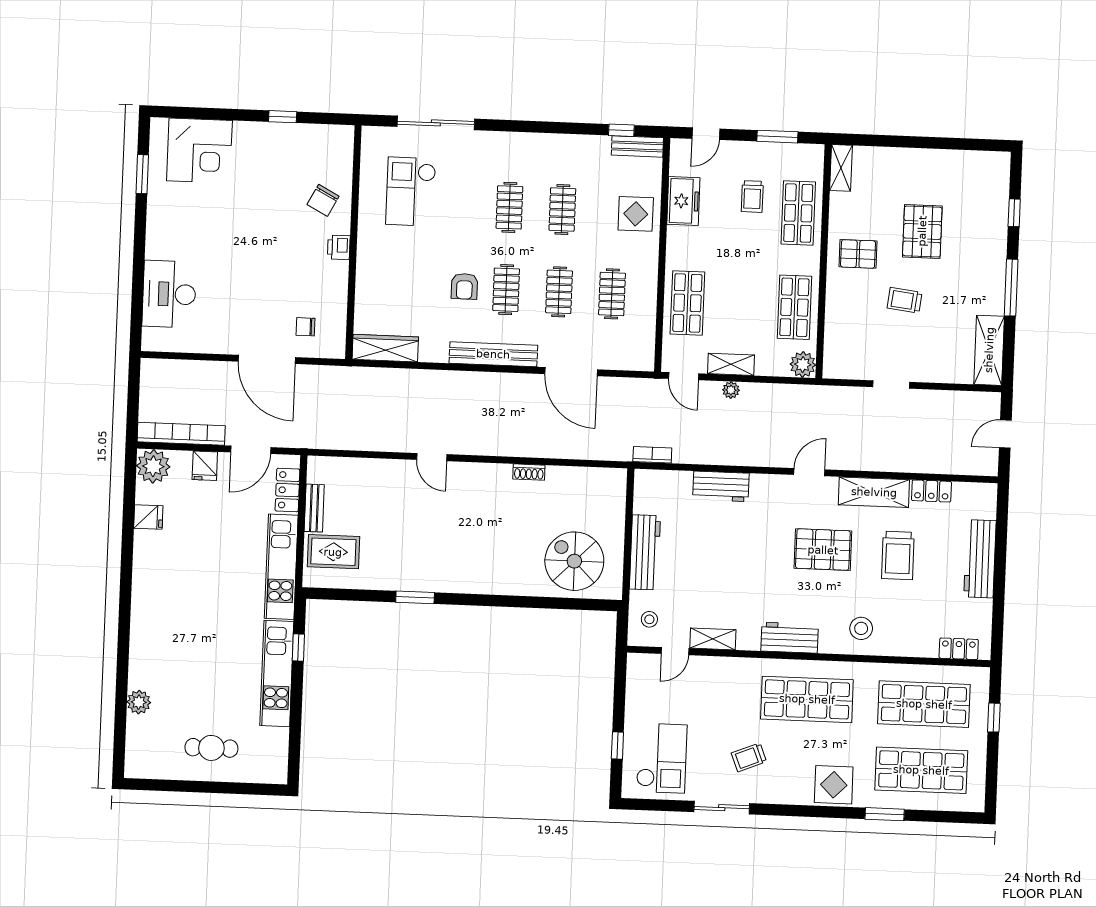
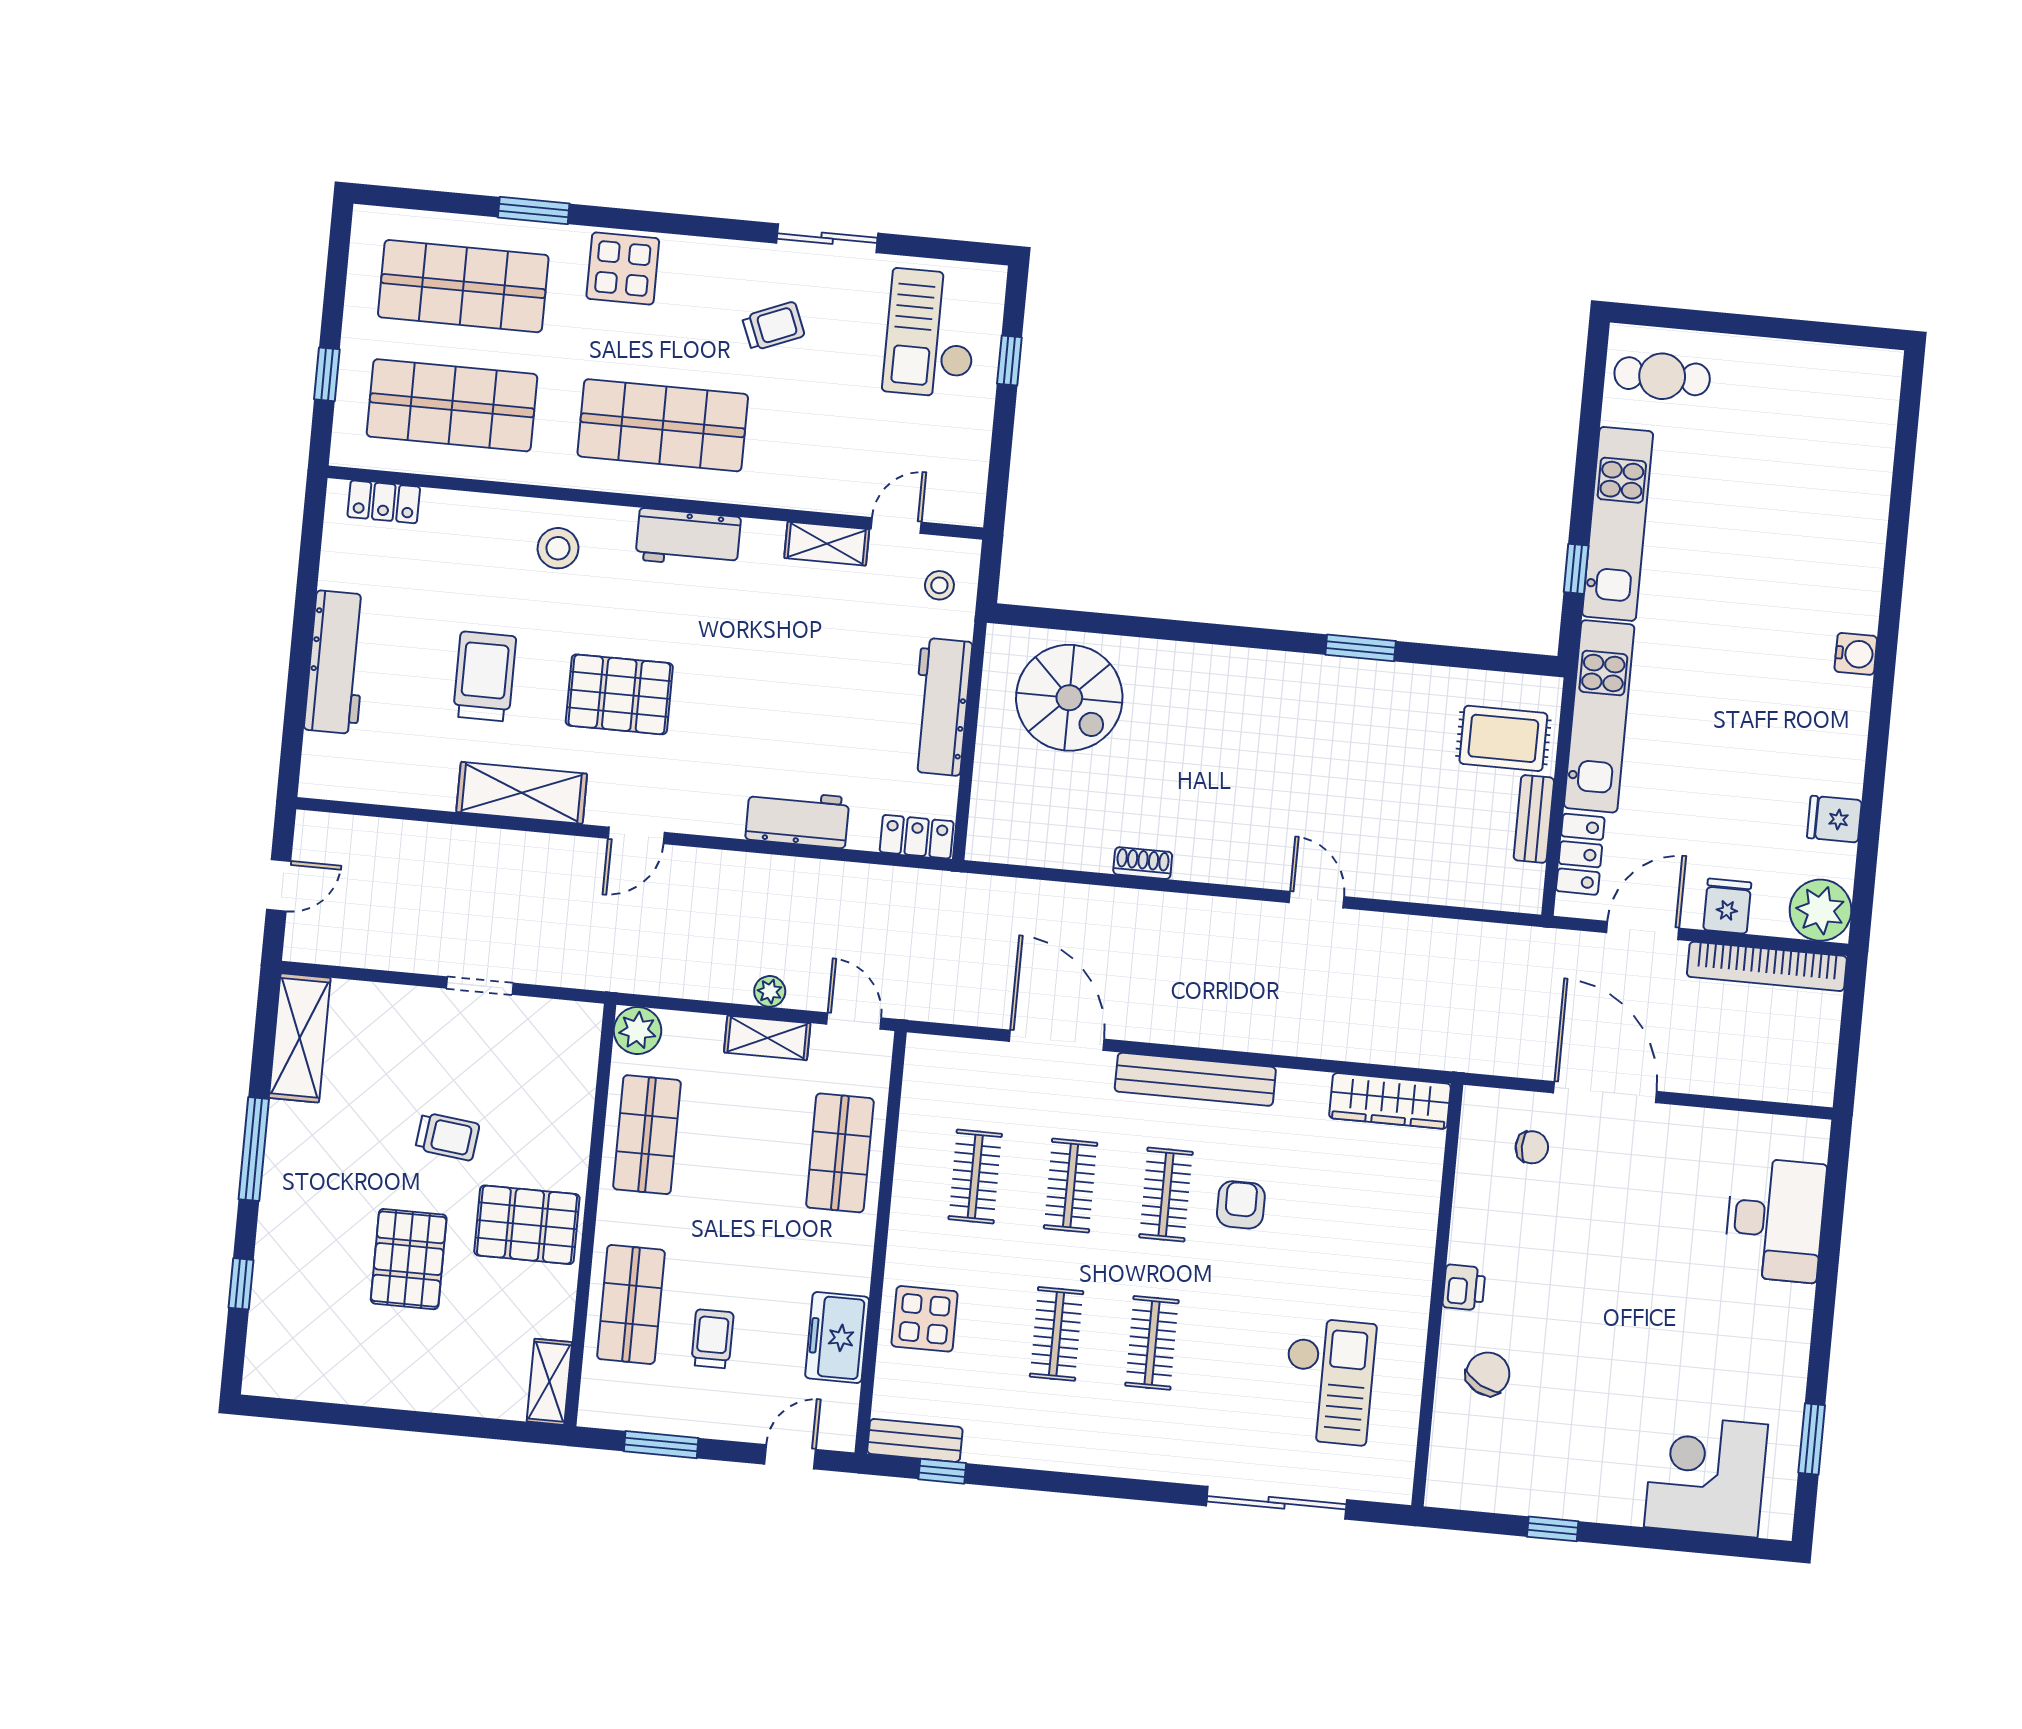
pallet: (858, 254) -> (527, 1225), width x1.50, depth x1.42
bookcase: (652, 455) -> (918, 882), removed
locker: (931, 491) -> (917, 837), moved
water cooler: (141, 609) -> (1856, 654), added
plant: (139, 702) -> (1870, 486), removed
cafe table: (211, 748) -> (1662, 376), moved

